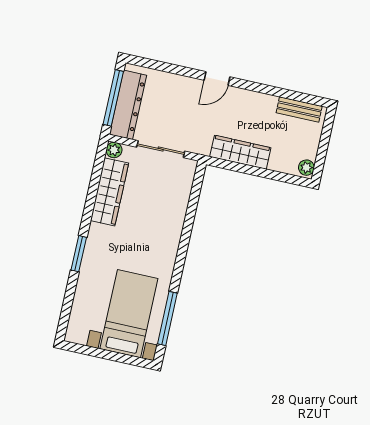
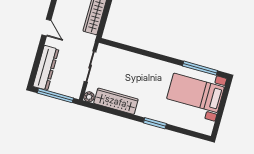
dresser: (128, 105) -> (46, 68), moved, turned 90

